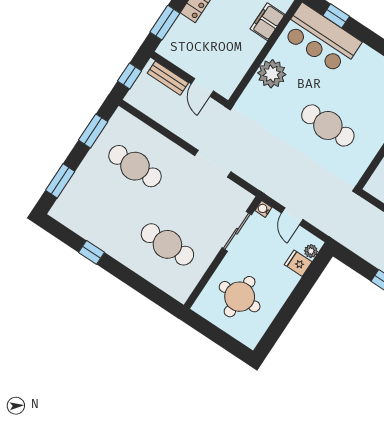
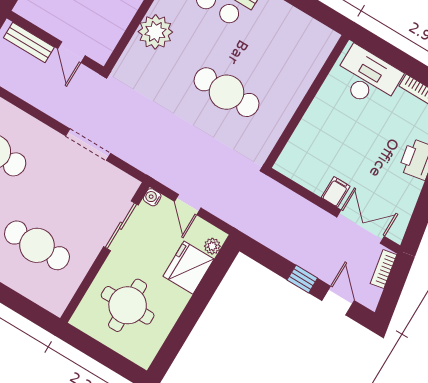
fridge: (298, 263) -> (188, 268), width x1.88, depth x1.34

